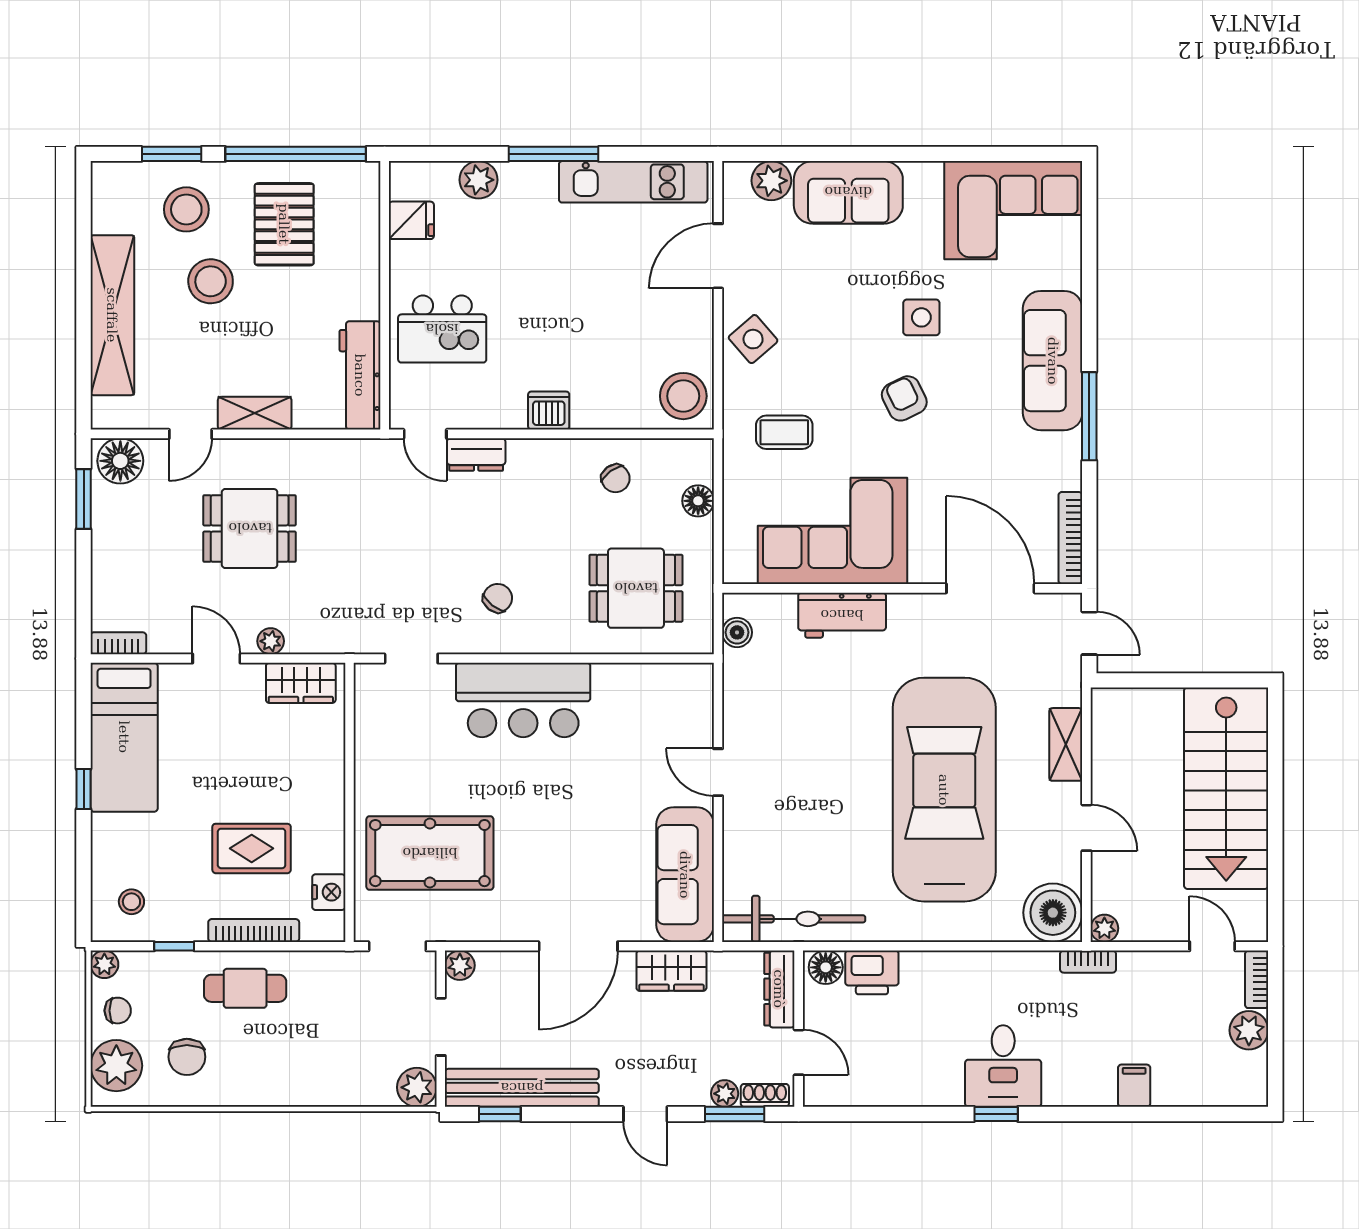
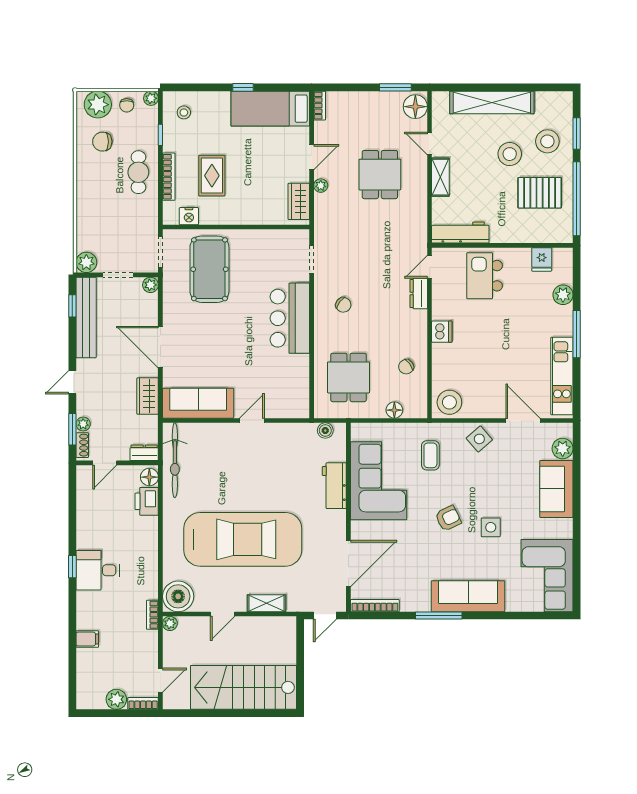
dresser: (779, 989) -> (144, 453), width x0.70

